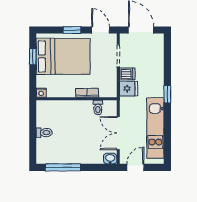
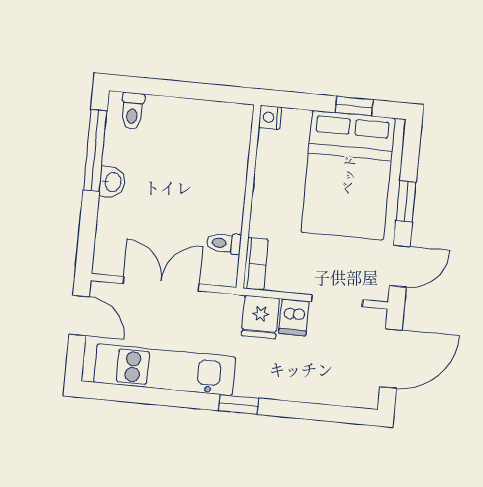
bookcase: (87, 93) -> (256, 264), moved
toilet: (44, 133) -> (132, 111), moved
washbasin: (110, 159) -> (112, 182), moved

